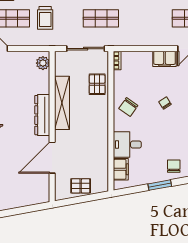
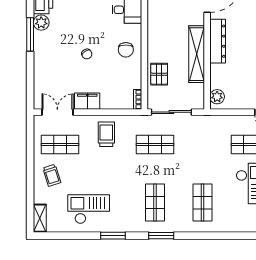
trolley: (45, 18) -> (106, 134), moved
chair: (128, 107) -> (126, 50), turned 145

